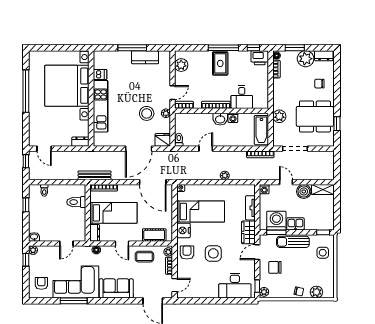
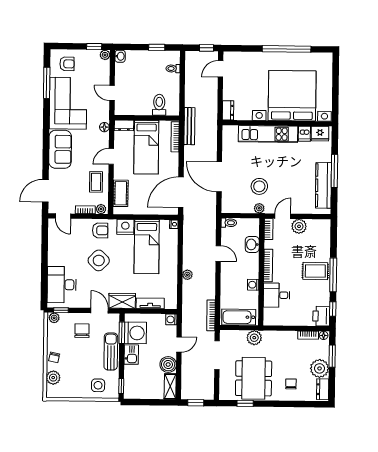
kitchen counter: (145, 57) -> (323, 185), width x1.50
plant: (181, 65) -> (299, 226), moved
door: (172, 93) -> (283, 216), swing flipped
washbasin: (220, 119) -> (252, 244), moved
fridge: (163, 140) -> (320, 134), moved, turned 90
window: (337, 167) -> (196, 403), added
side table: (213, 253) -> (99, 260), turned 45
window: (74, 301) -> (47, 83), moved

